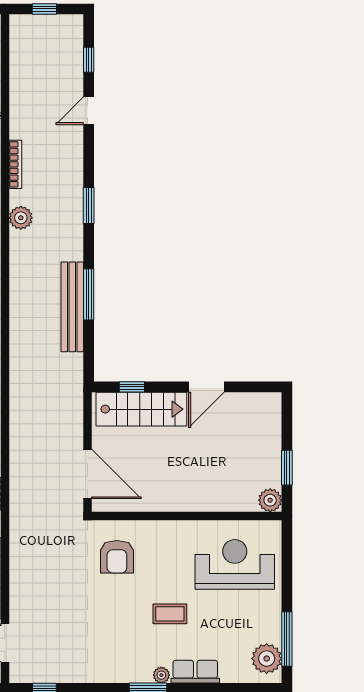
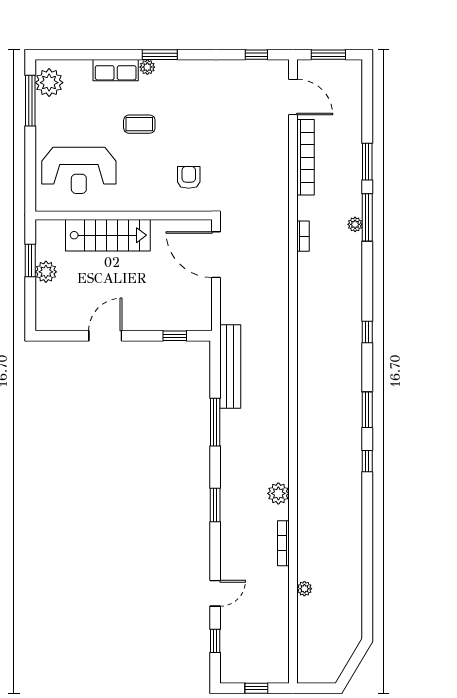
bench: (72, 307) -> (230, 367), moved
stairs: (141, 409) -> (108, 235), moved, turned 180
plant: (270, 500) -> (46, 272), moved
armchair: (117, 557) -> (189, 177), width x0.72, depth x0.72

